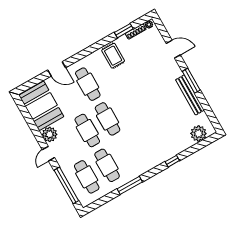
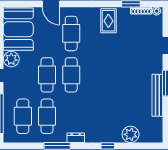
plant: (198, 134) -> (131, 134), moved
dresser: (141, 170) -> (76, 138), added

